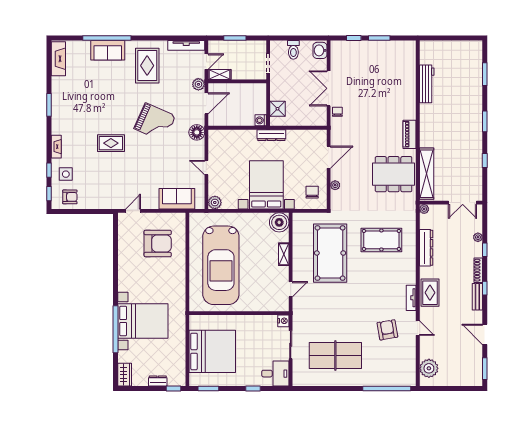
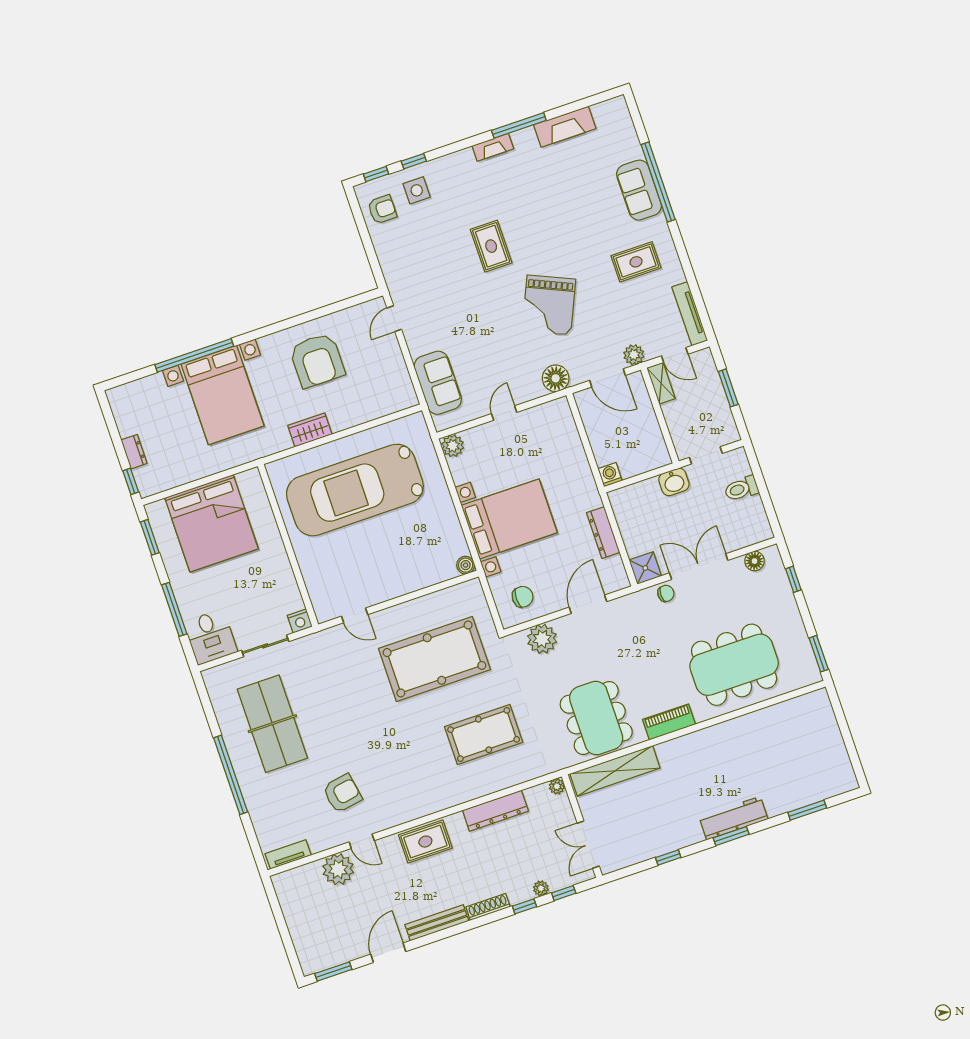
window: (379, 38) -> (819, 654), moved
washbasin: (320, 50) -> (674, 482), moved, turned 180
floor lamp: (336, 56) -> (754, 561), added
fireplace: (58, 59) -> (565, 127), moved
rug: (147, 66) -> (636, 262), width x0.73, depth x0.70
workbench: (427, 84) -> (733, 818), moved, turned 180
dining table: (390, 87) -> (734, 665), added
window: (49, 105) -> (519, 125), width x1.44
shower: (277, 109) -> (645, 568), moved
dresser: (271, 135) -> (603, 533), moved
fireplace: (56, 147) -> (493, 147), moved
door: (329, 157) -> (588, 604), swing flipped
plant: (335, 185) -> (542, 639), width x1.88, depth x1.88
armchair: (70, 197) -> (382, 209), turned -90
door: (133, 211) -> (394, 319), swing flipped
boiler: (279, 222) -> (466, 565), width x0.54, depth x0.54
pool table: (381, 240) -> (484, 735), turned 90
armchair: (158, 243) -> (317, 360), moved
shelving: (284, 254) -> (407, 585), removed
window: (485, 288) -> (564, 893), moved
bench: (477, 297) -> (437, 923), width x1.36
tv unit: (411, 298) -> (288, 854), moved
door: (418, 328) -> (362, 841), hinge flipped
plant: (429, 368) -> (338, 869), moved
wardrobe: (125, 375) -> (310, 430), moved, turned 180
window: (253, 388) -> (174, 609), width x2.17
window: (387, 388) -> (231, 775), moved

